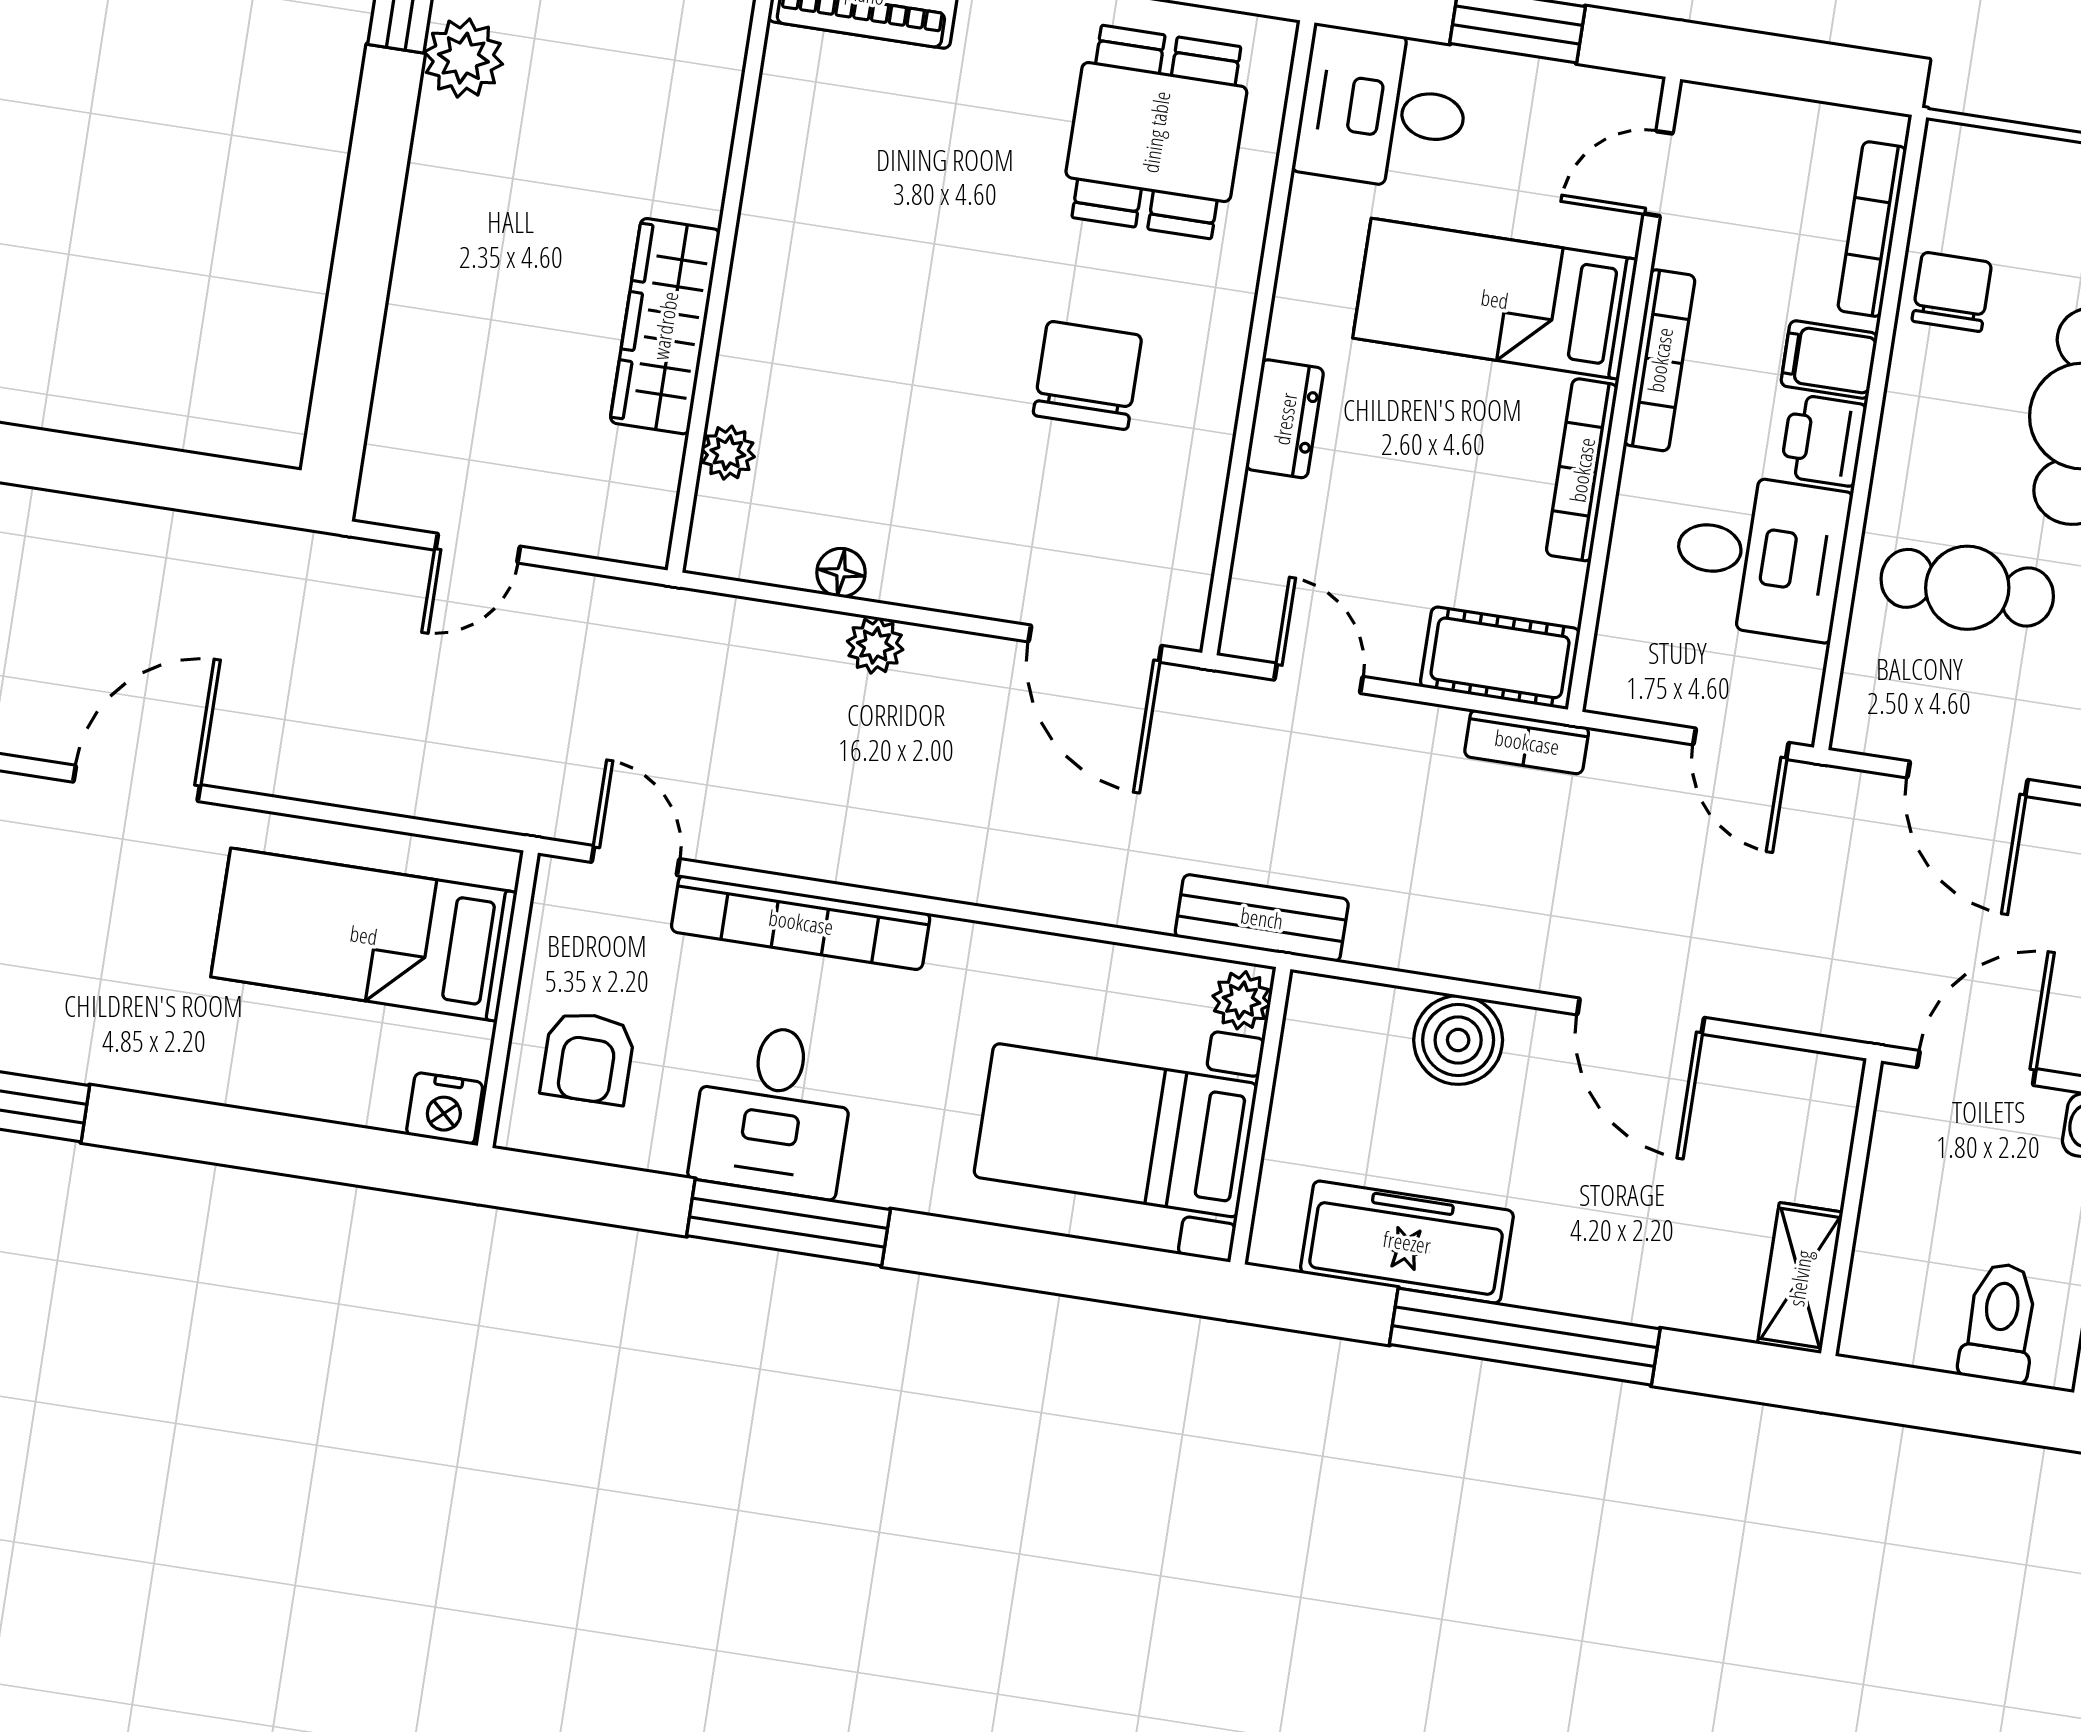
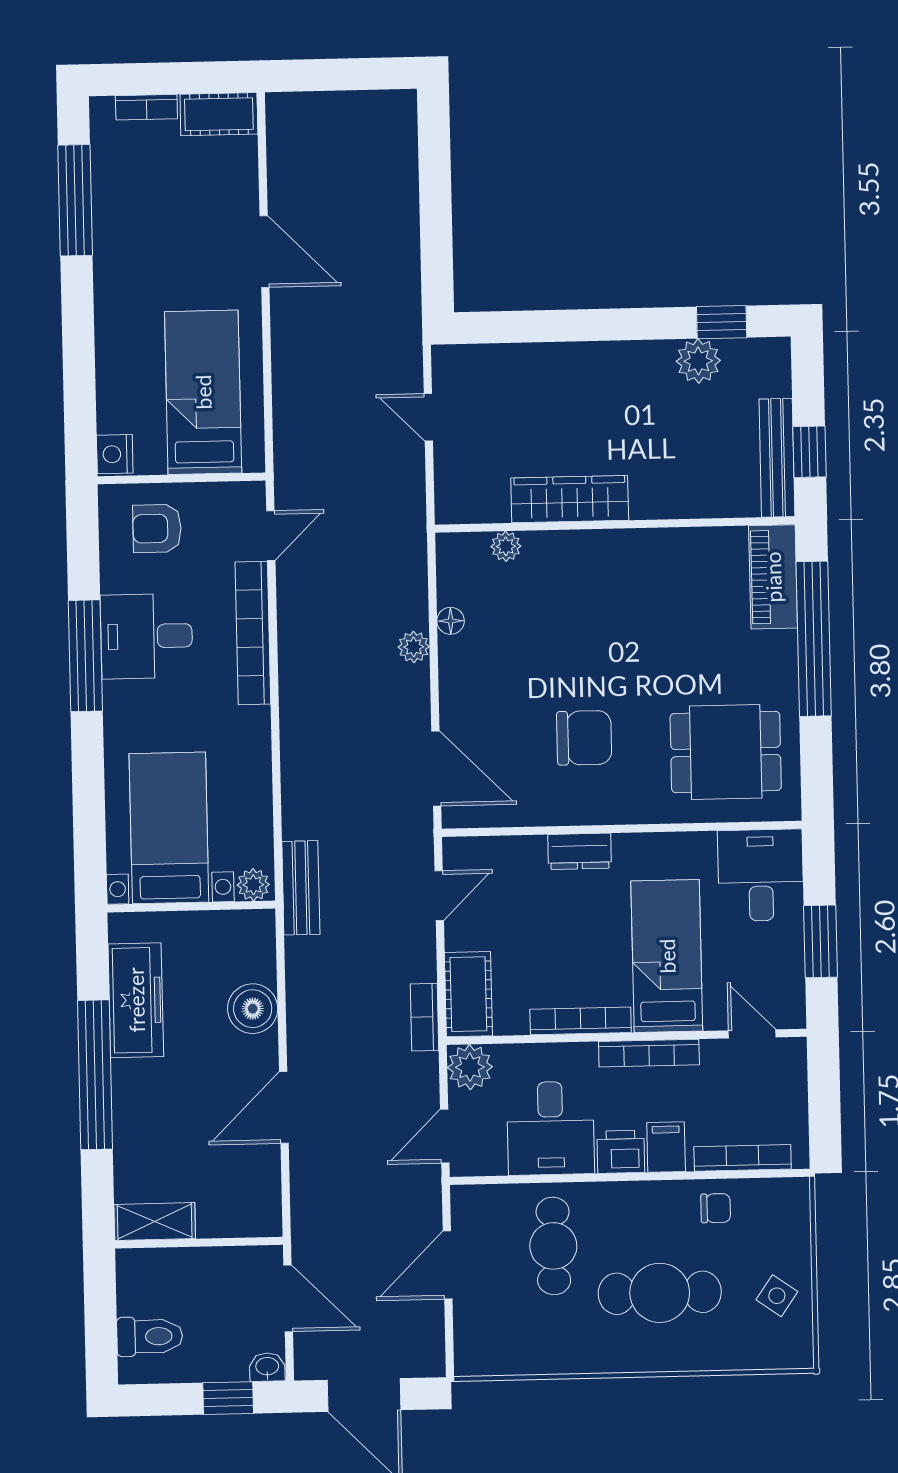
chair: (1952, 292) -> (716, 1208), width x0.73, depth x0.73
door: (1095, 644) -> (436, 769), swing flipped
plant: (1628, 678) -> (470, 1067), added

